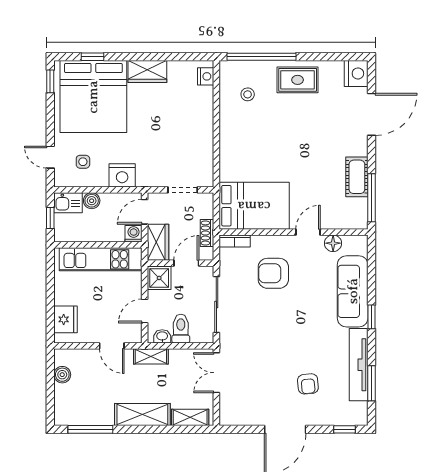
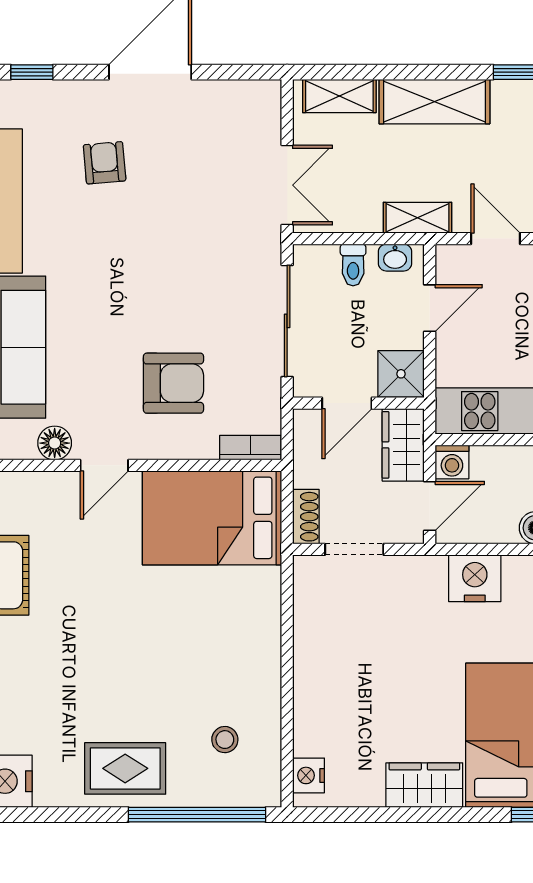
shoe rack: (207, 233) -> (306, 517), moved
toilet: (181, 329) -> (353, 265), width x0.73, depth x0.72

